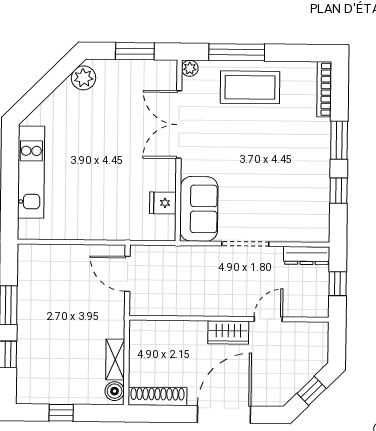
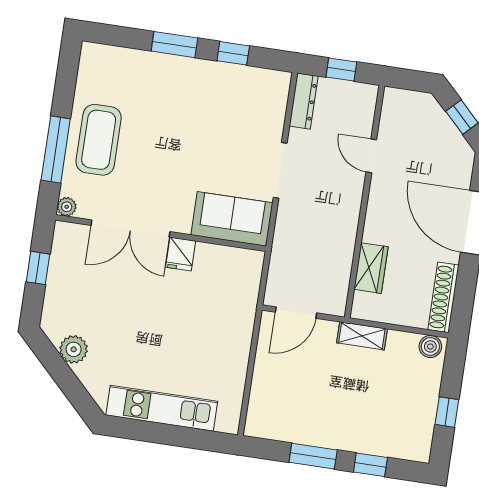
window: (135, 51) -> (38, 268), width x0.67
plant: (83, 78) -> (74, 349), moved
bookcase: (324, 89) -> (113, 54), removed
fridge: (163, 203) -> (181, 254), moved
wardrobe: (228, 332) -> (371, 268), moved
shelving: (115, 360) -> (362, 336), moved

